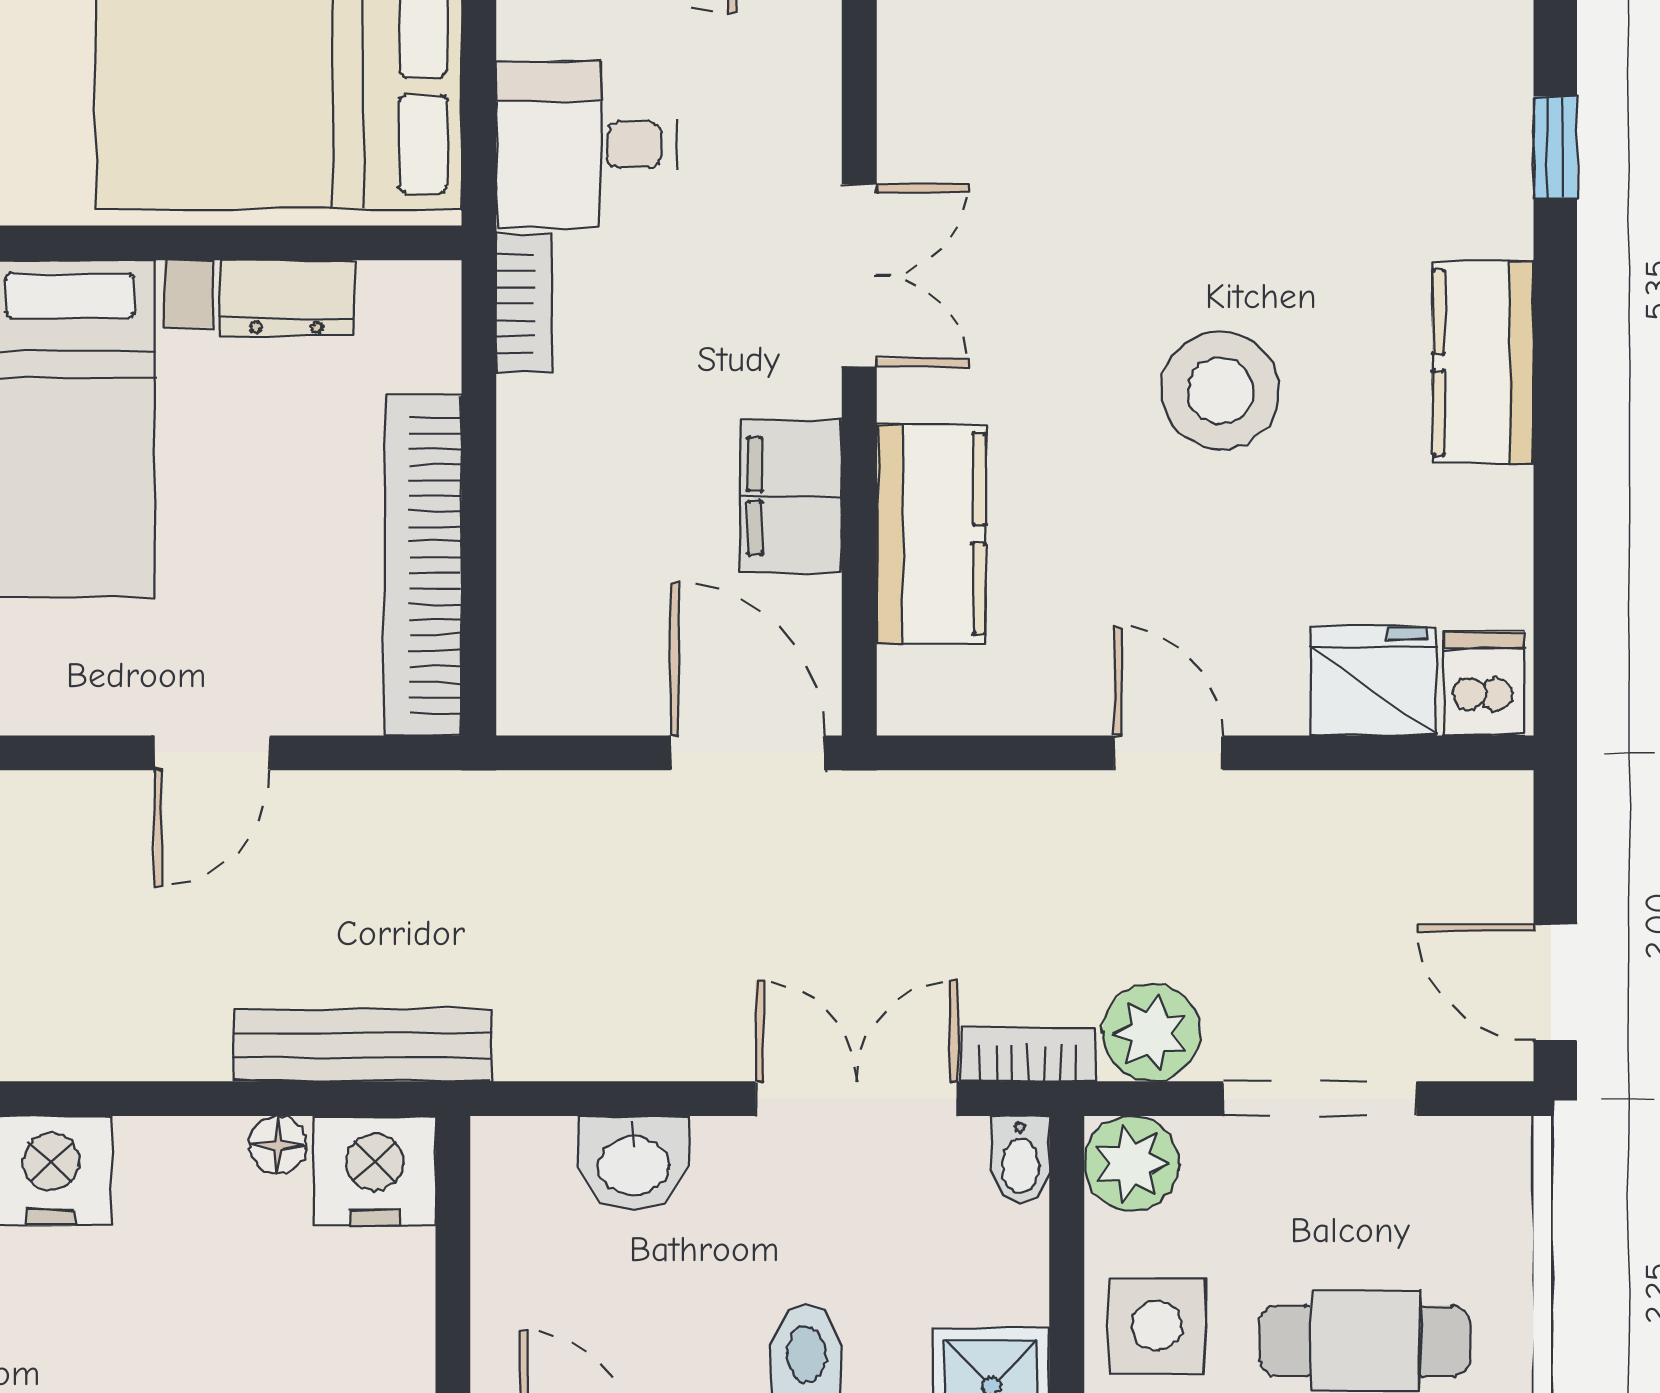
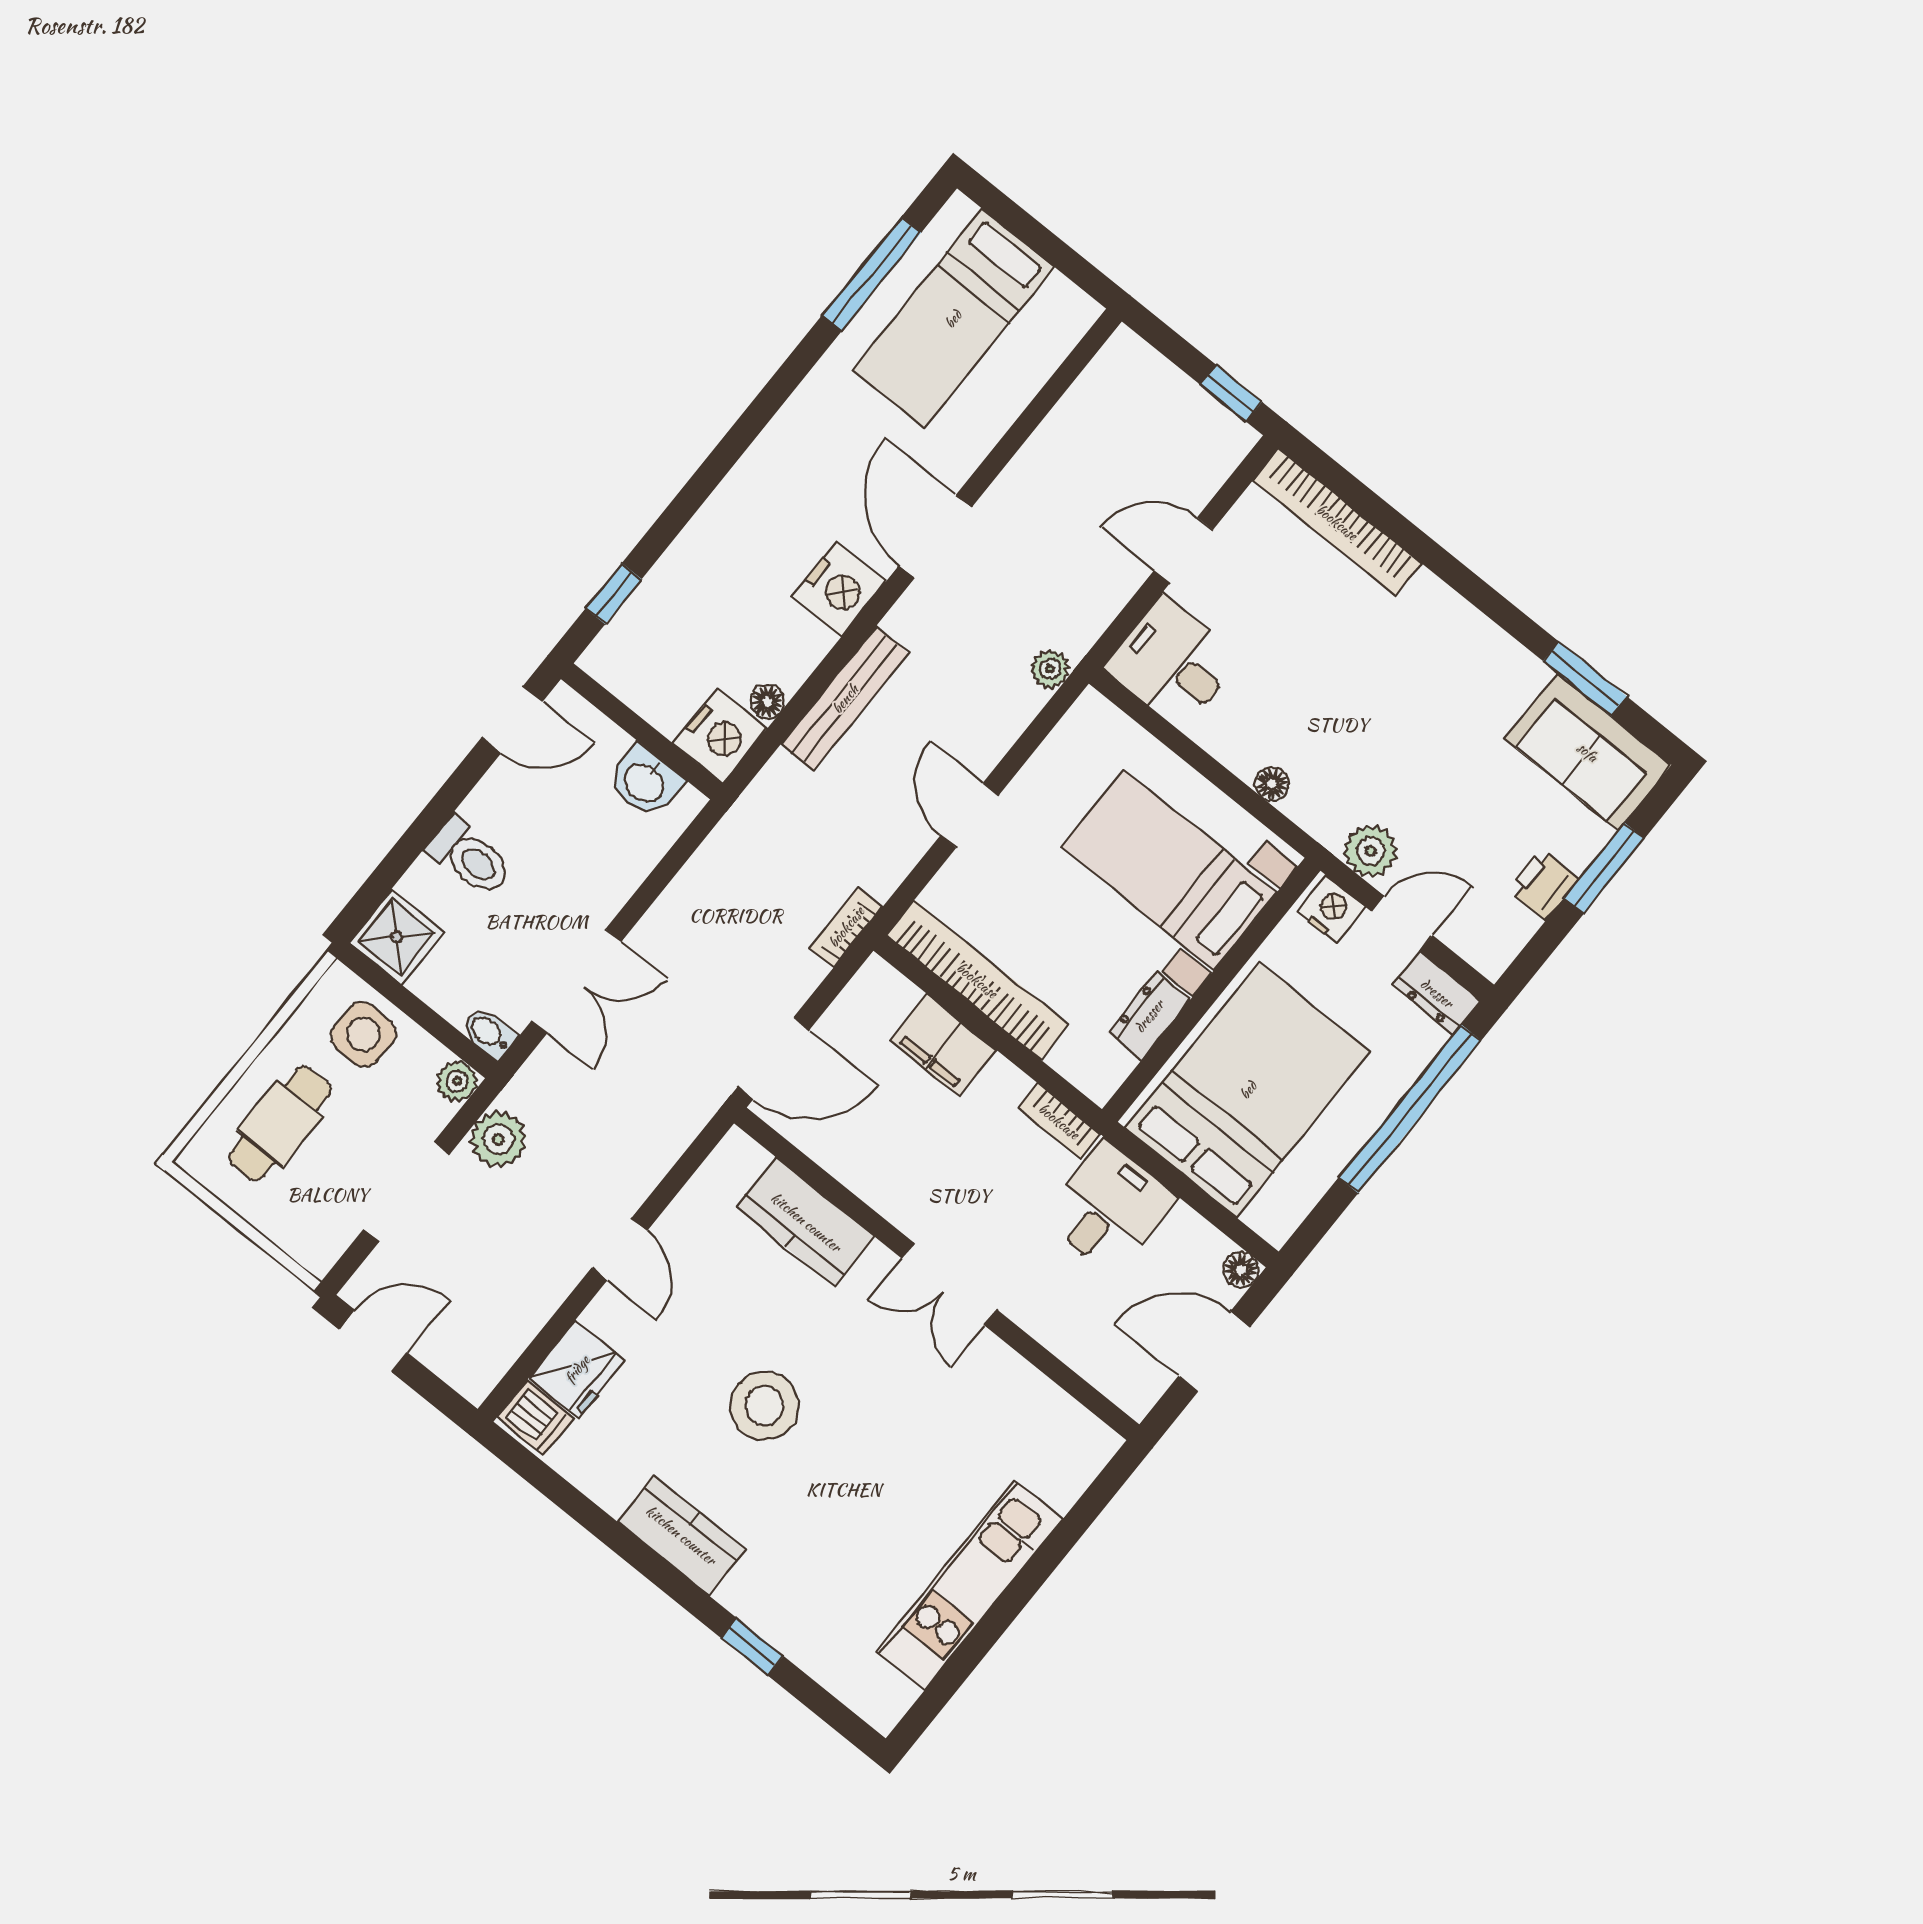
filing cabinet: (791, 496) -> (943, 1045), moved, turned 180
door: (1168, 753) -> (619, 1249), hinge flipped
bench: (362, 1045) -> (845, 699), moved
bookcase: (1028, 1054) -> (846, 927), moved, turned 180
washbasin: (634, 1163) -> (645, 782), moved, turned -90
plant: (1131, 1163) -> (457, 1081), width x0.73, depth x0.73

